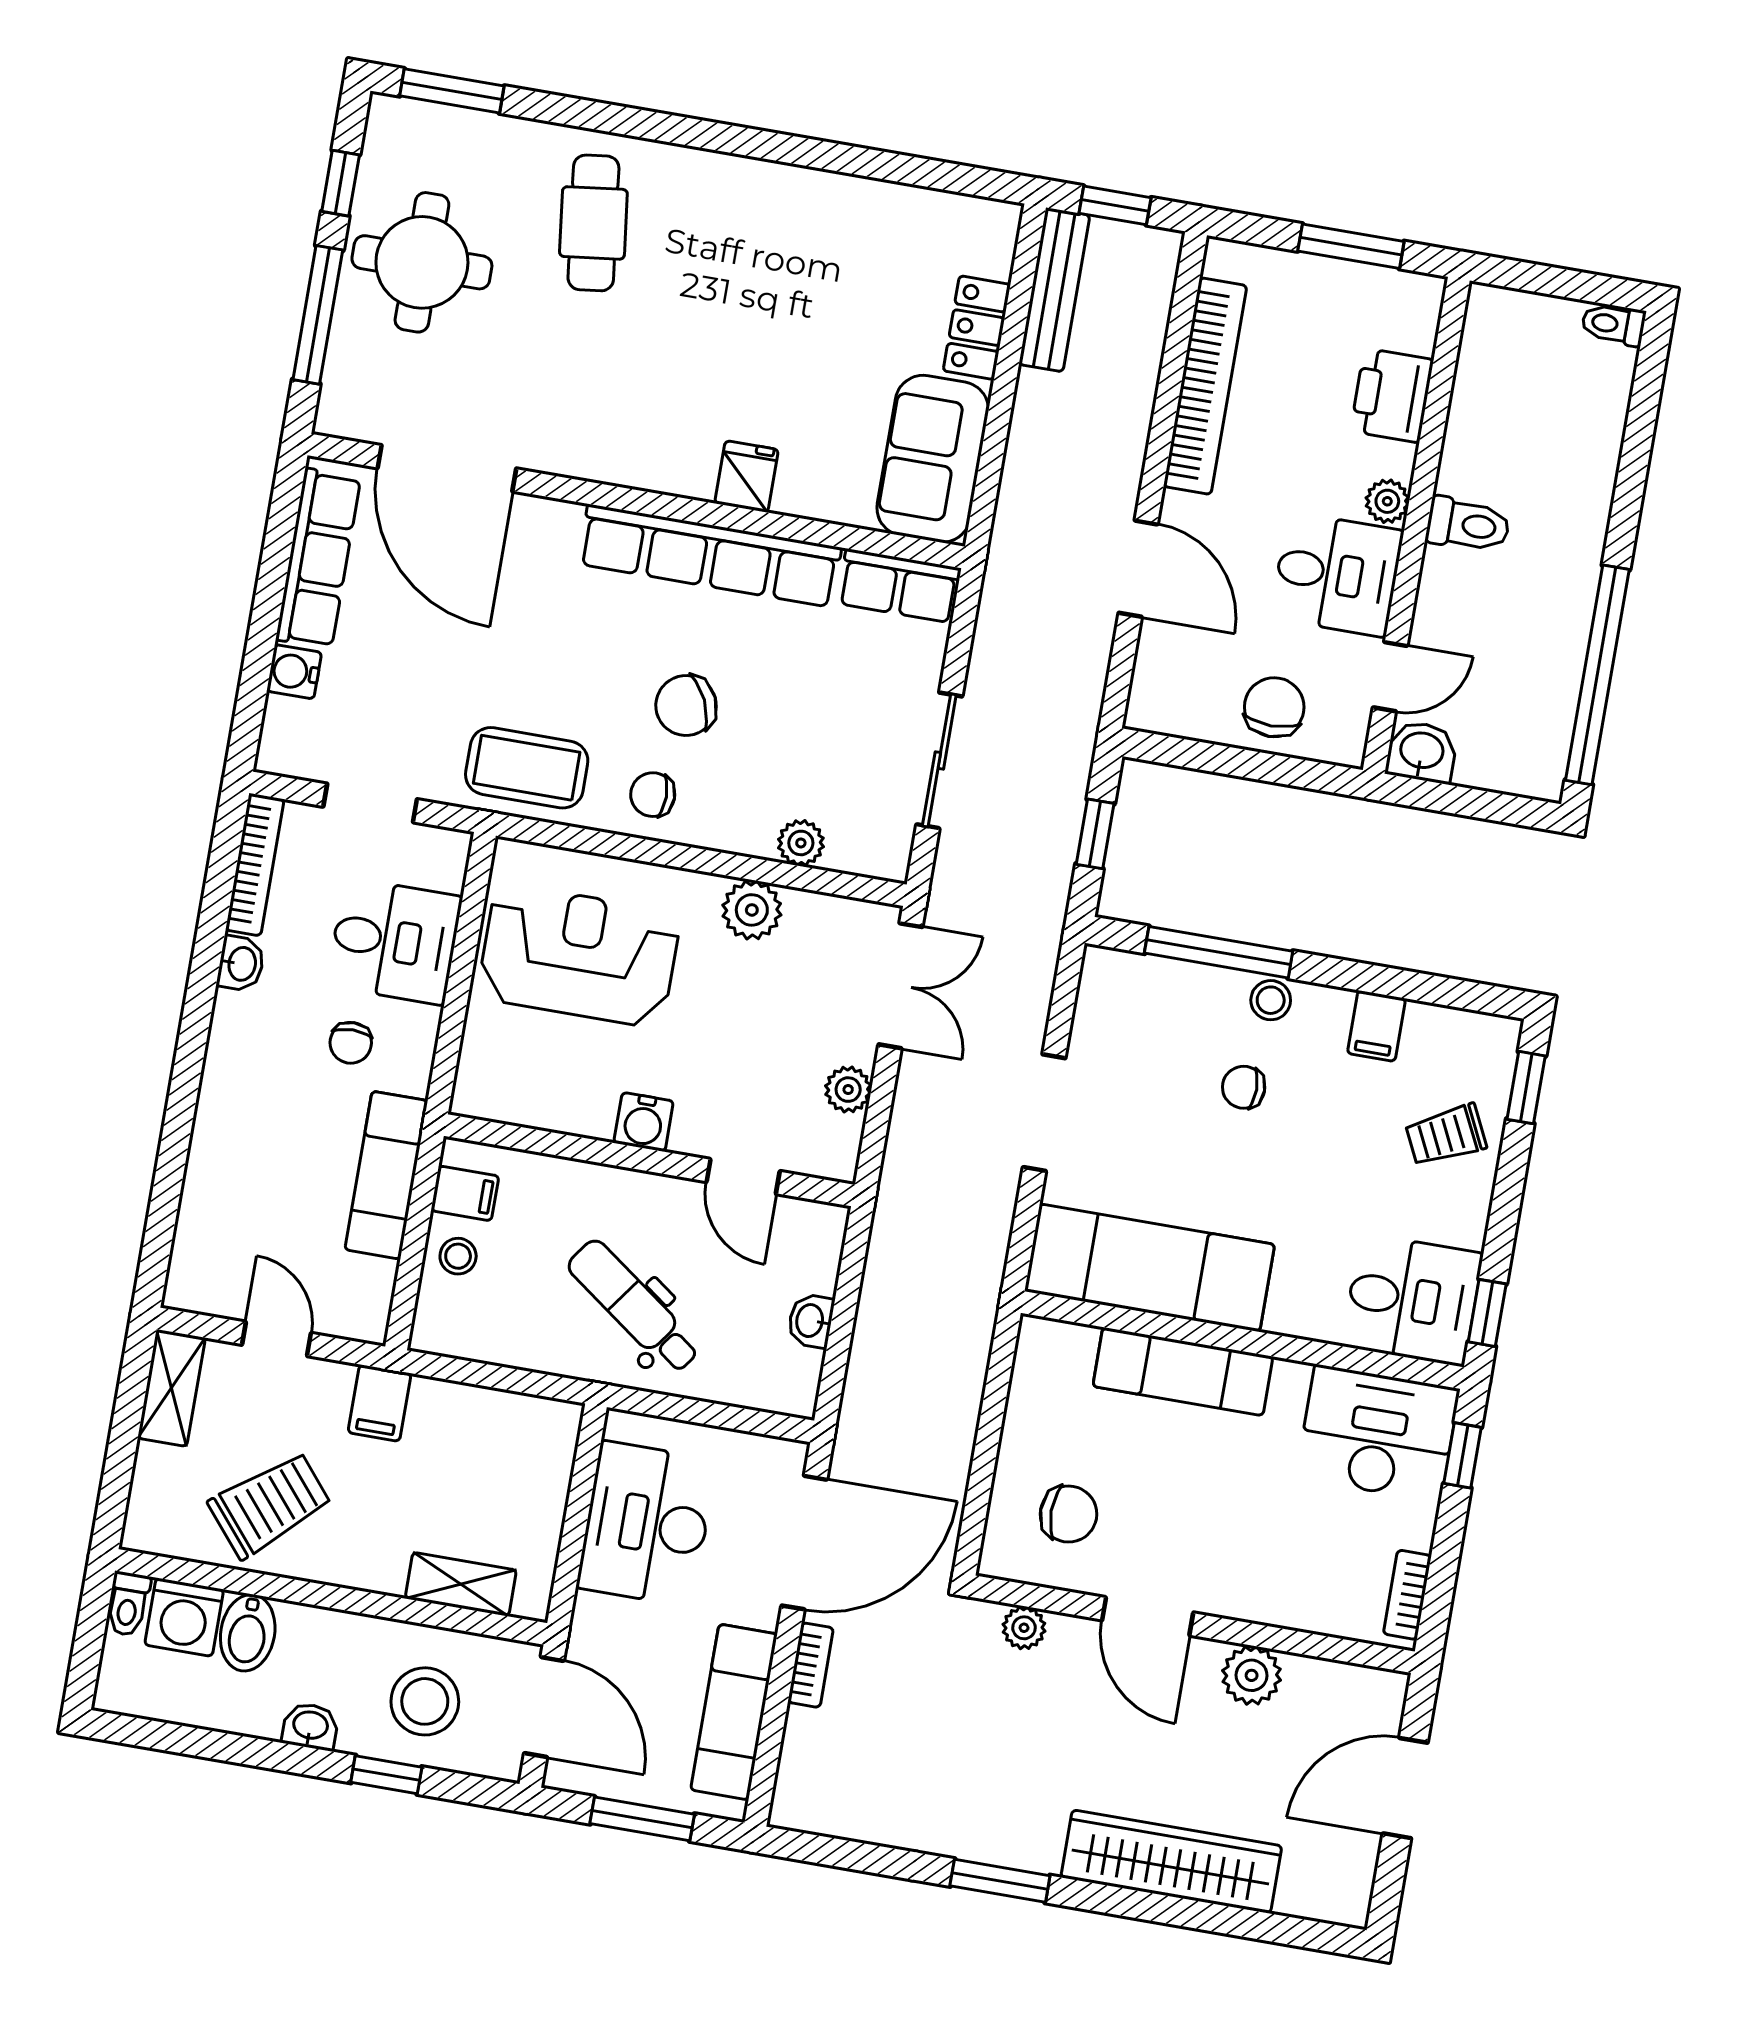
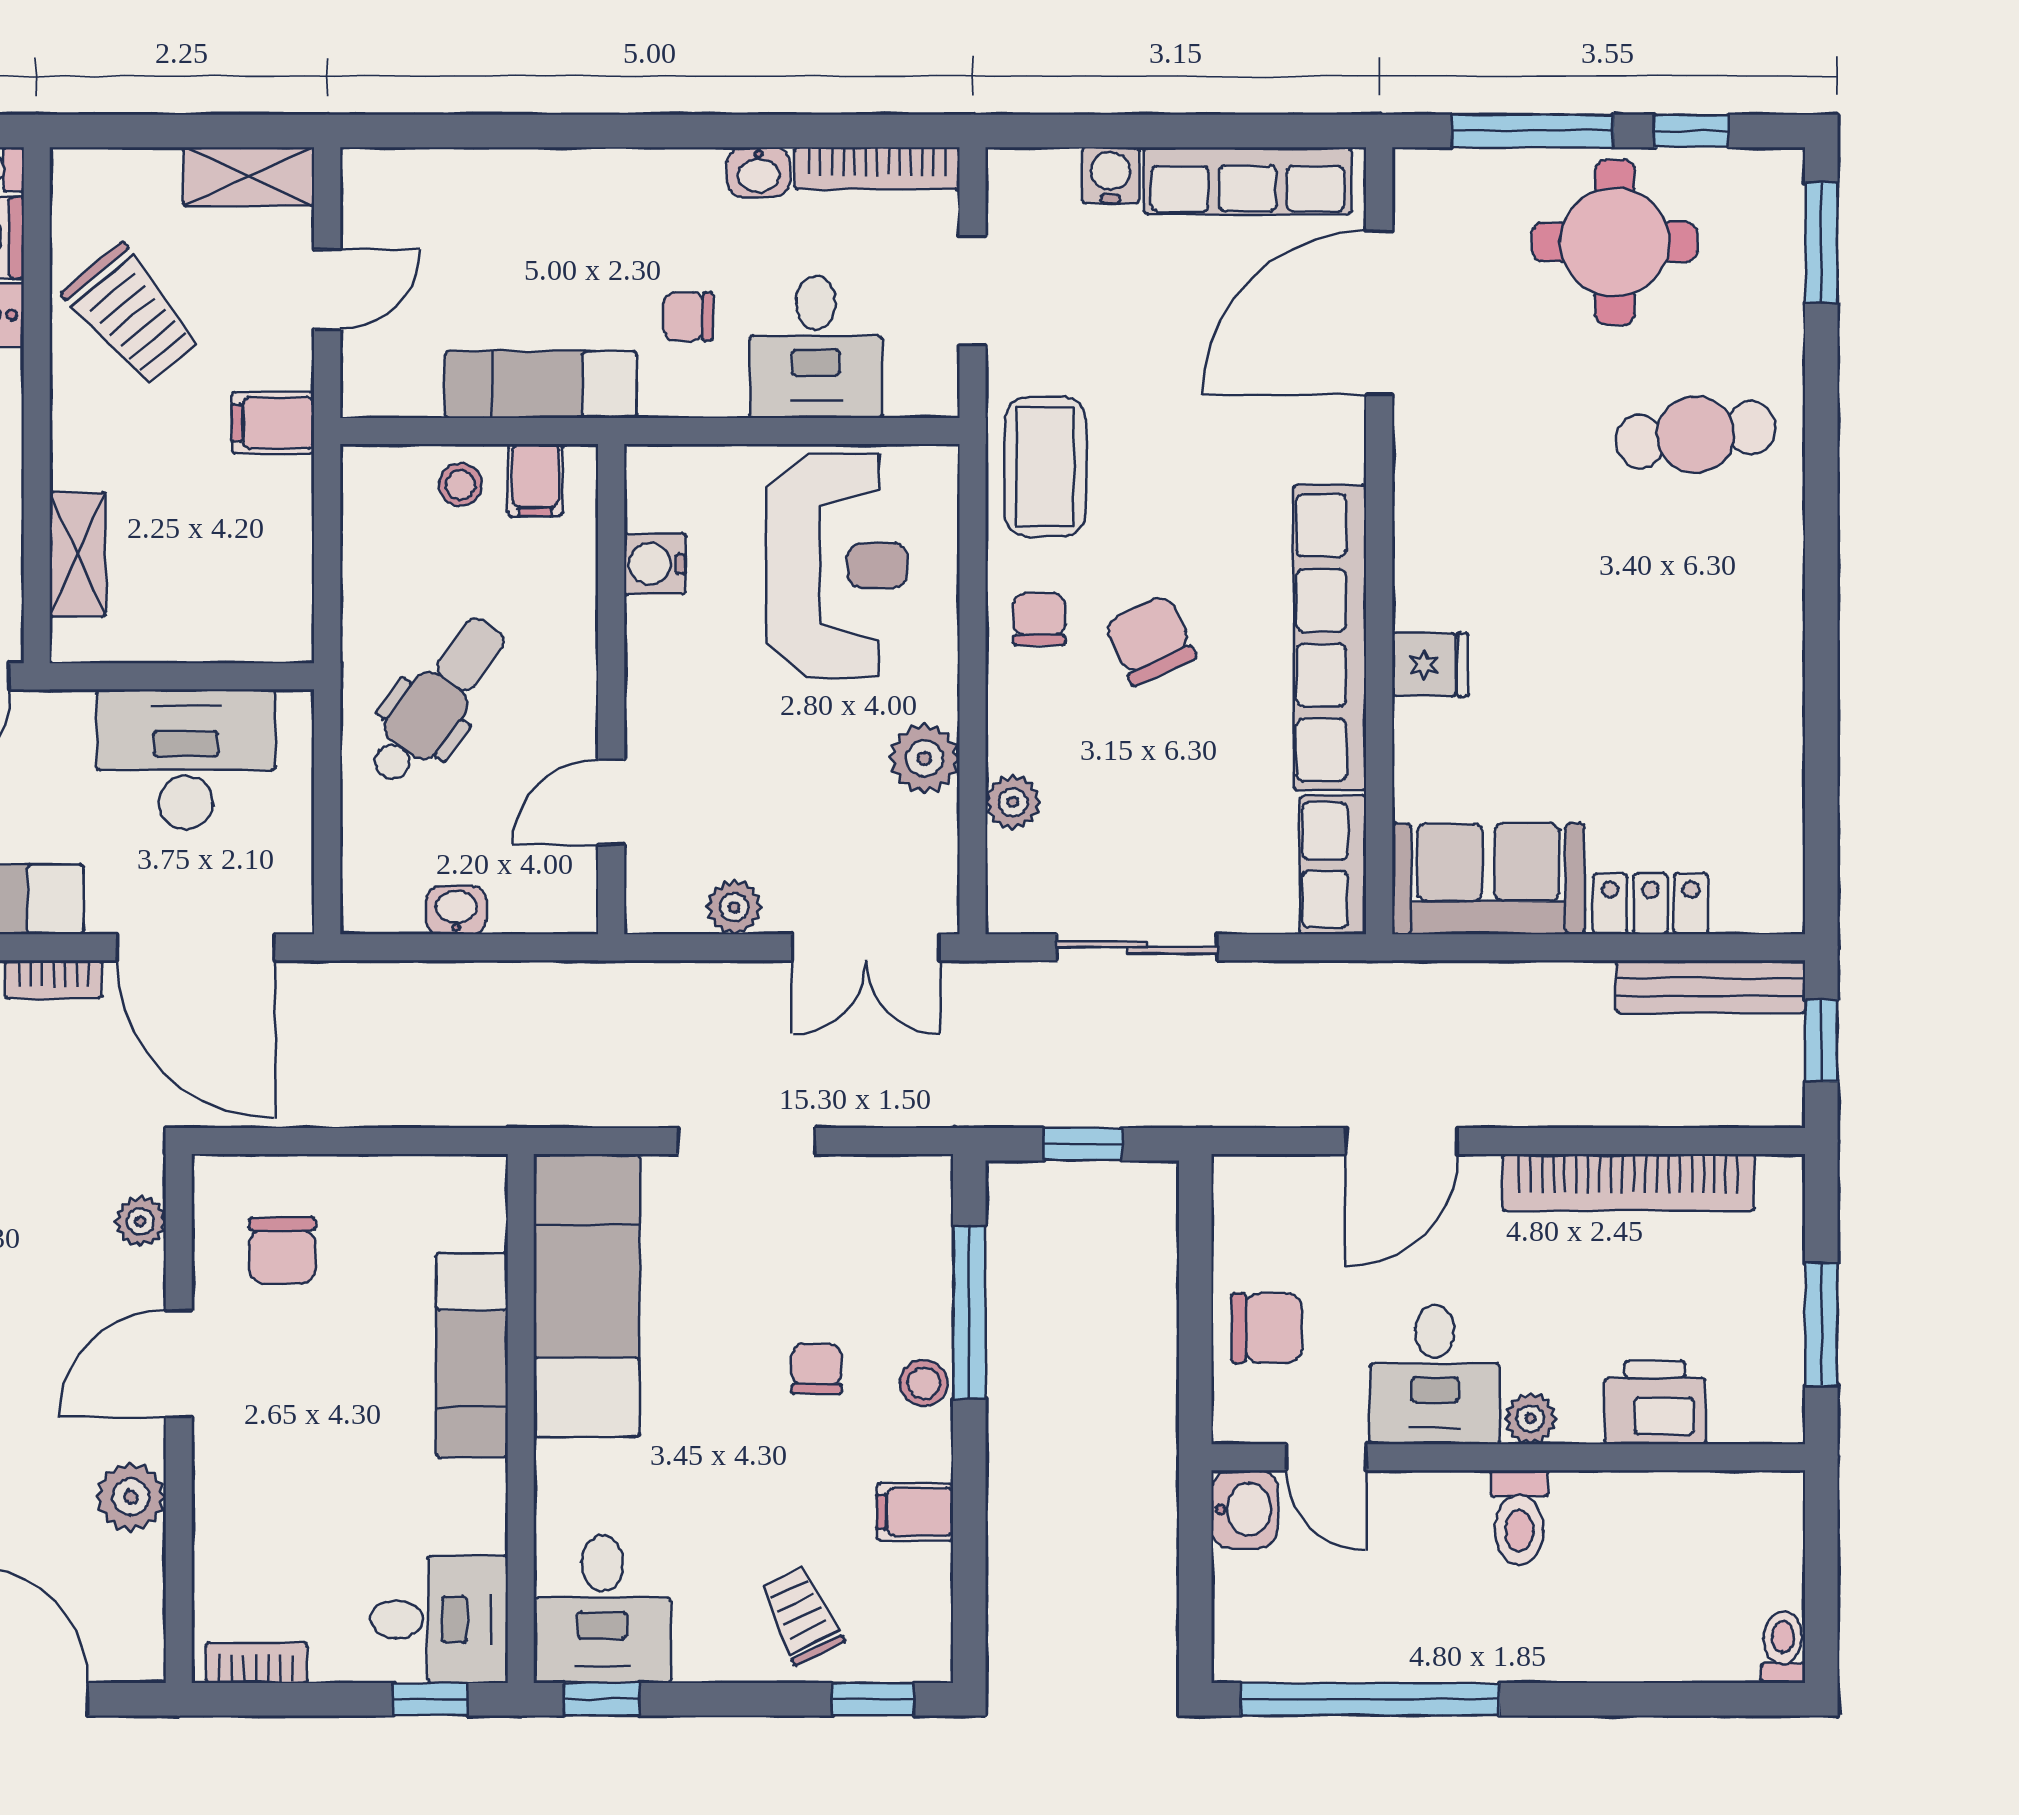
water cooler: (644, 1122) -> (655, 564), moved
desk: (1378, 1433) -> (439, 1619), width x0.73

